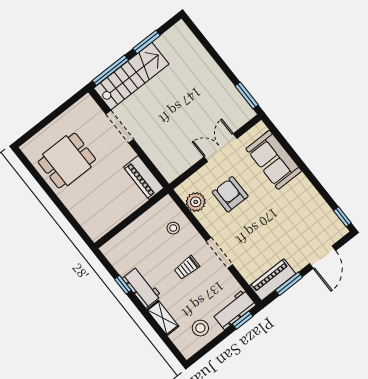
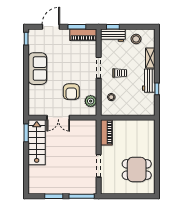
stairs: (131, 76) -> (37, 142), moved, turned 90
sofa: (274, 160) -> (37, 69), moved

